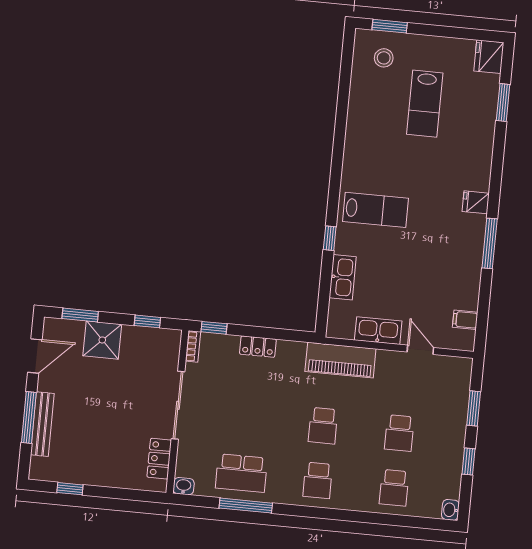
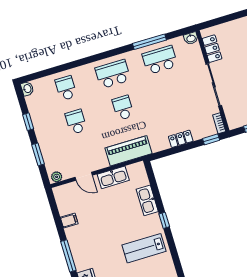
filing cabinet: (465, 320) -> (69, 221), moved
plant: (460, 365) -> (57, 177), added
school desk: (318, 480) -> (113, 74), width x1.85

